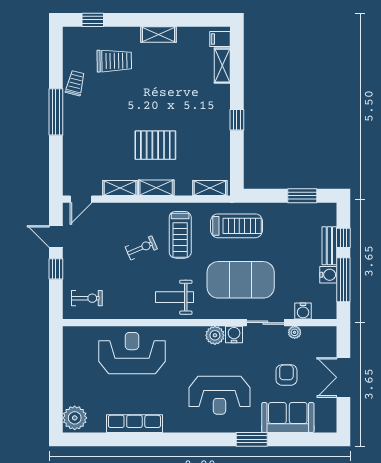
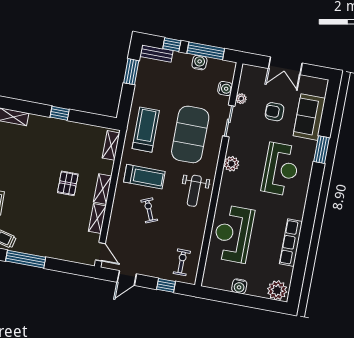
pallet: (155, 145) -> (68, 183), width x0.67, depth x0.71
bench: (329, 246) -> (156, 54), moved
window: (56, 269) -> (166, 285), moved
water cooler: (234, 334) -> (239, 286), moved, turned -90

